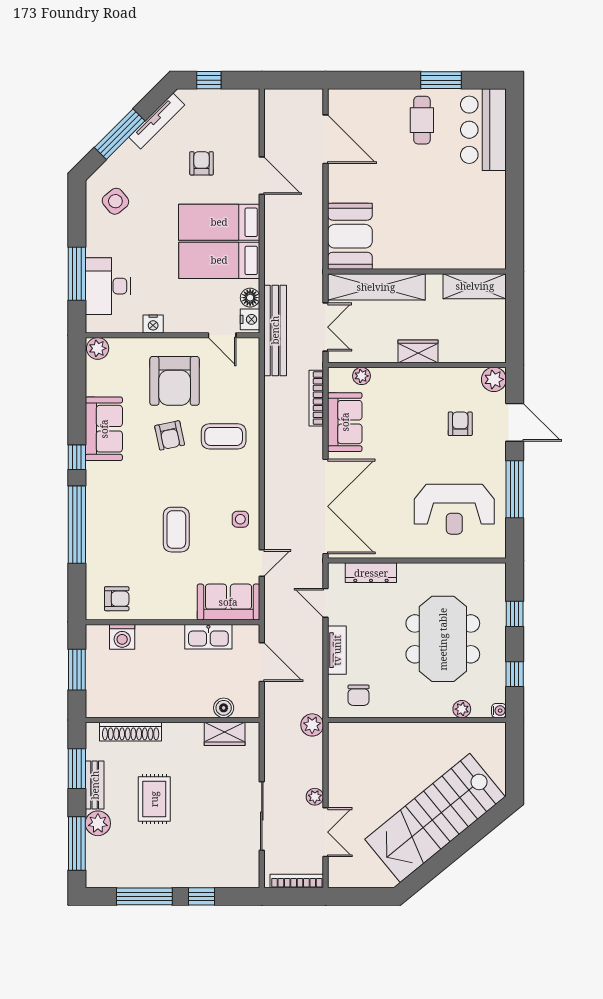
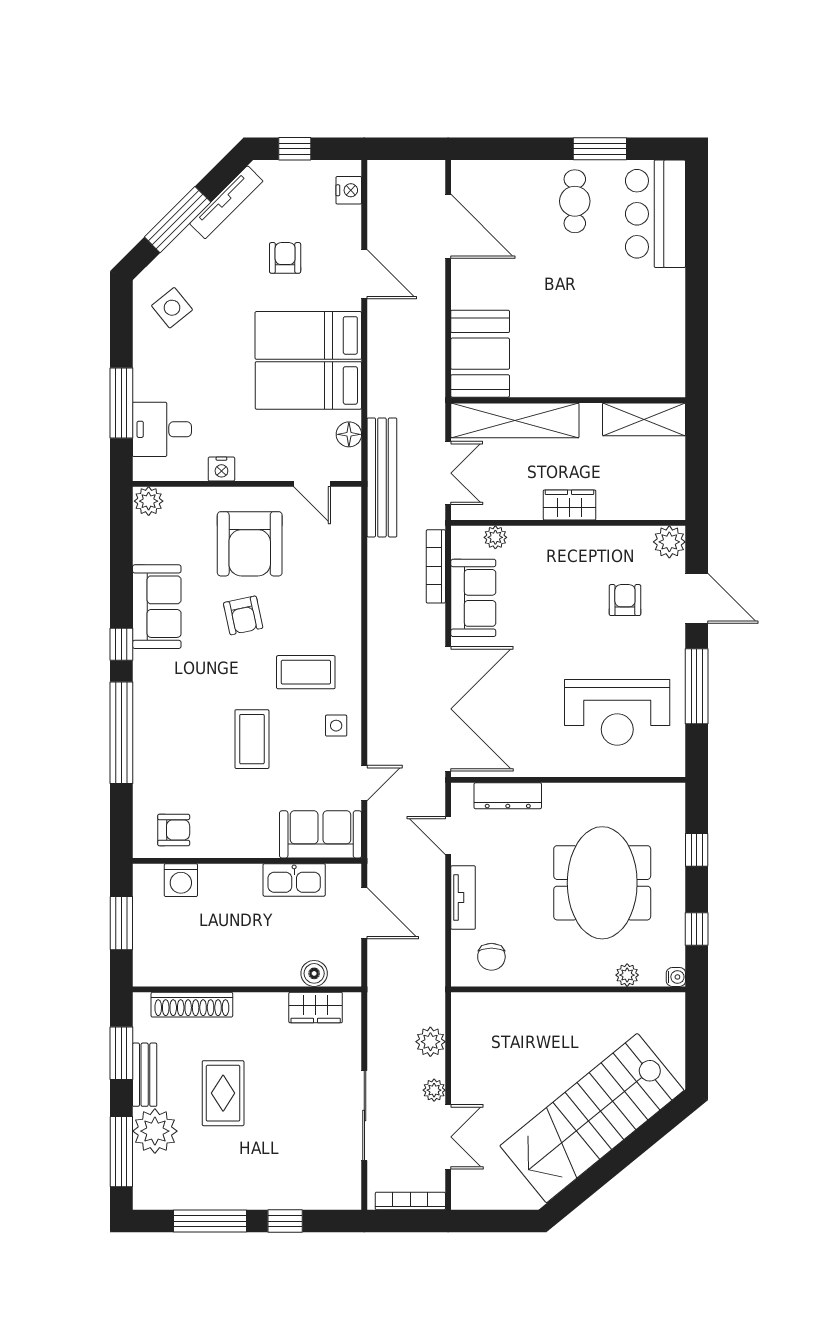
desk: (108, 286) -> (162, 429), width x0.73
nightstand: (250, 319) -> (349, 190), moved
coffee table: (224, 436) -> (306, 672), moved
plant: (312, 725) -> (430, 1042), moved
plant: (98, 823) -> (155, 1131), width x1.36, depth x1.36

